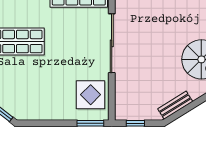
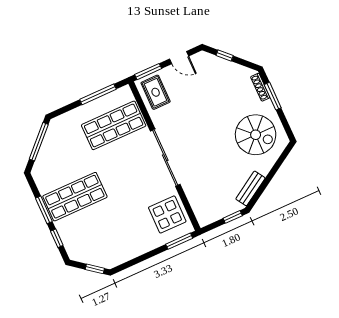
window: (135, 123) -> (233, 217), moved

